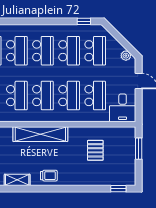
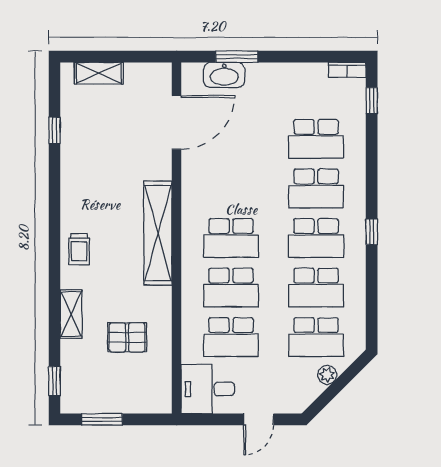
window: (84, 21) -> (372, 232), moved
plant: (126, 56) -> (327, 375), moved
school desk: (17, 96) -> (231, 188), removed
window: (139, 149) -> (102, 419), moved
shelving: (17, 180) -> (71, 314), moved

